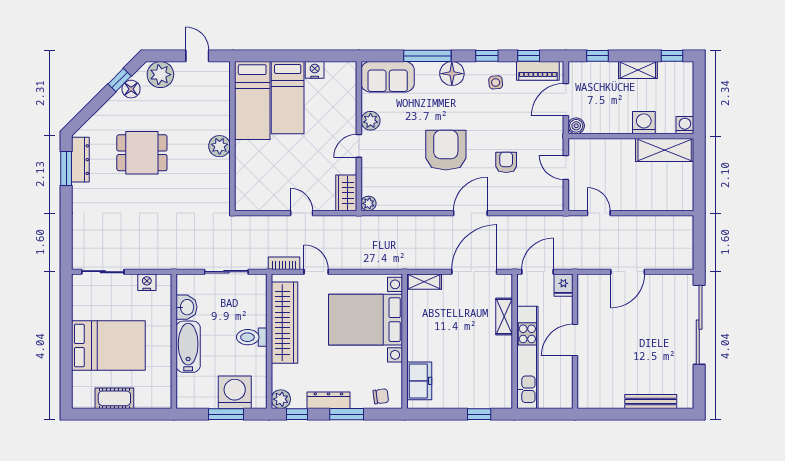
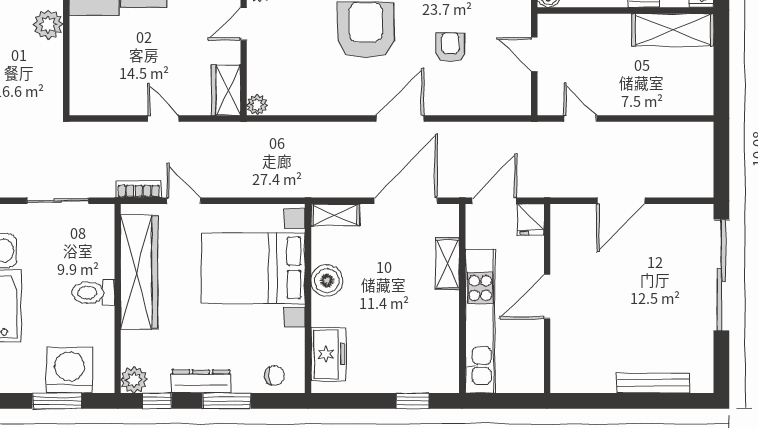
boiler: (418, 329) -> (327, 281), added

